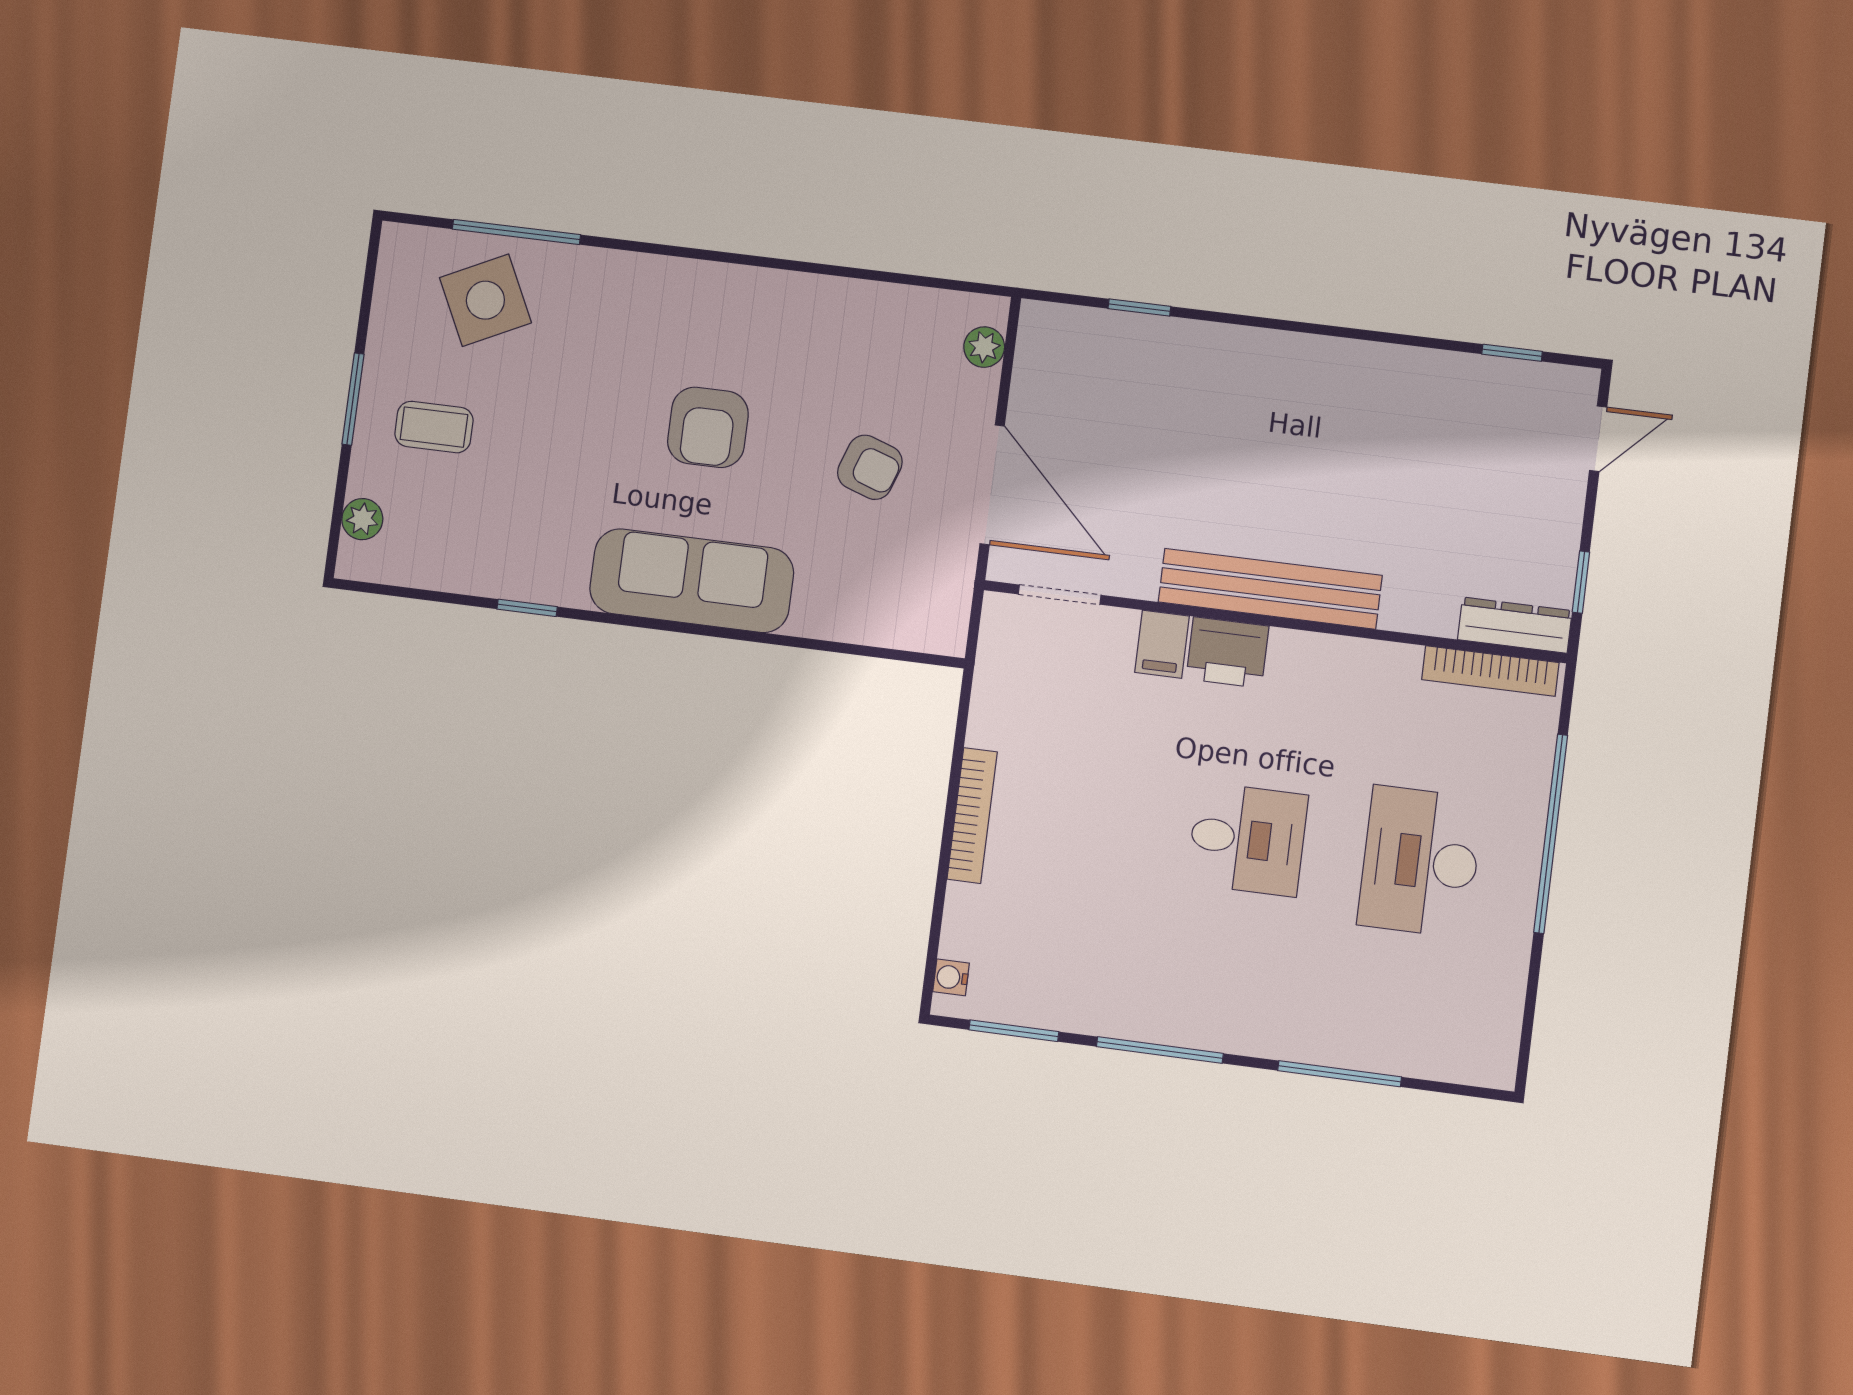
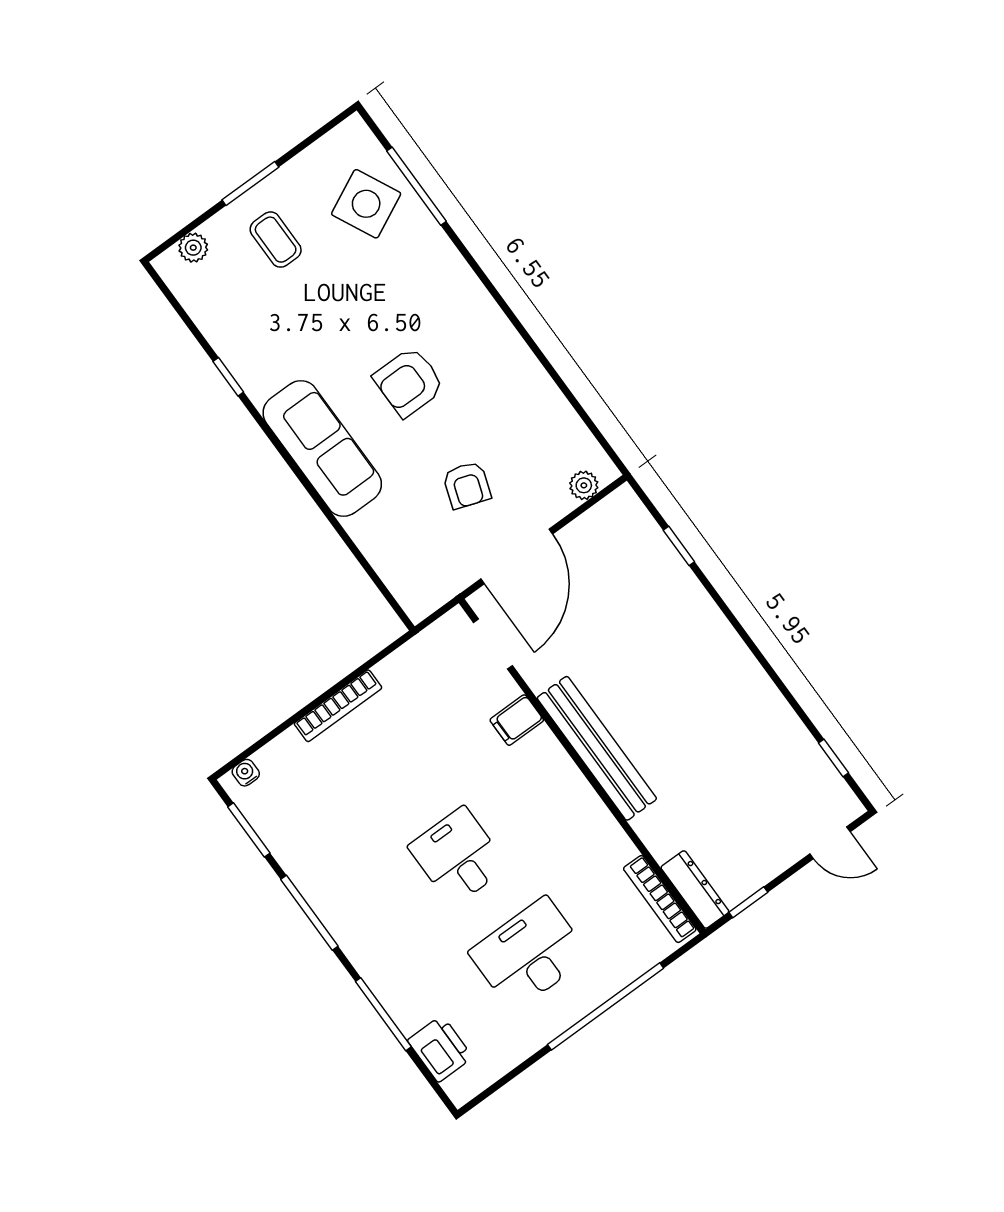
printer: (1227, 652) -> (440, 1049), moved, turned 180
desk: (1247, 839) -> (458, 857), turned 180

